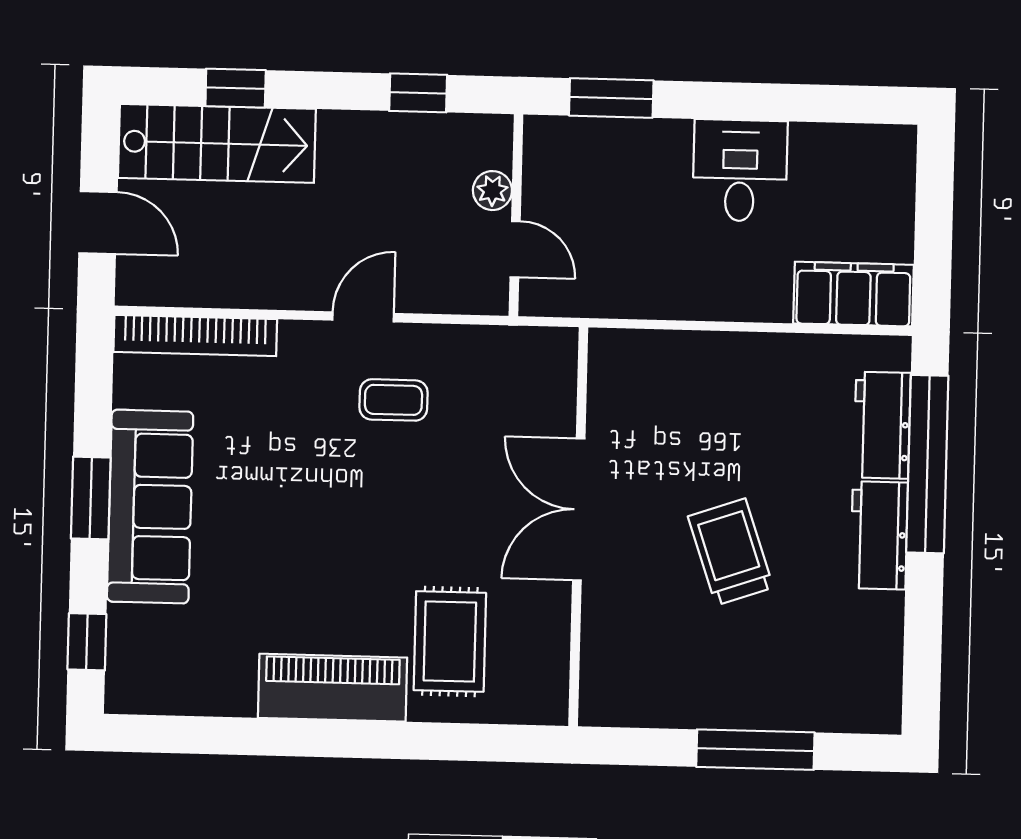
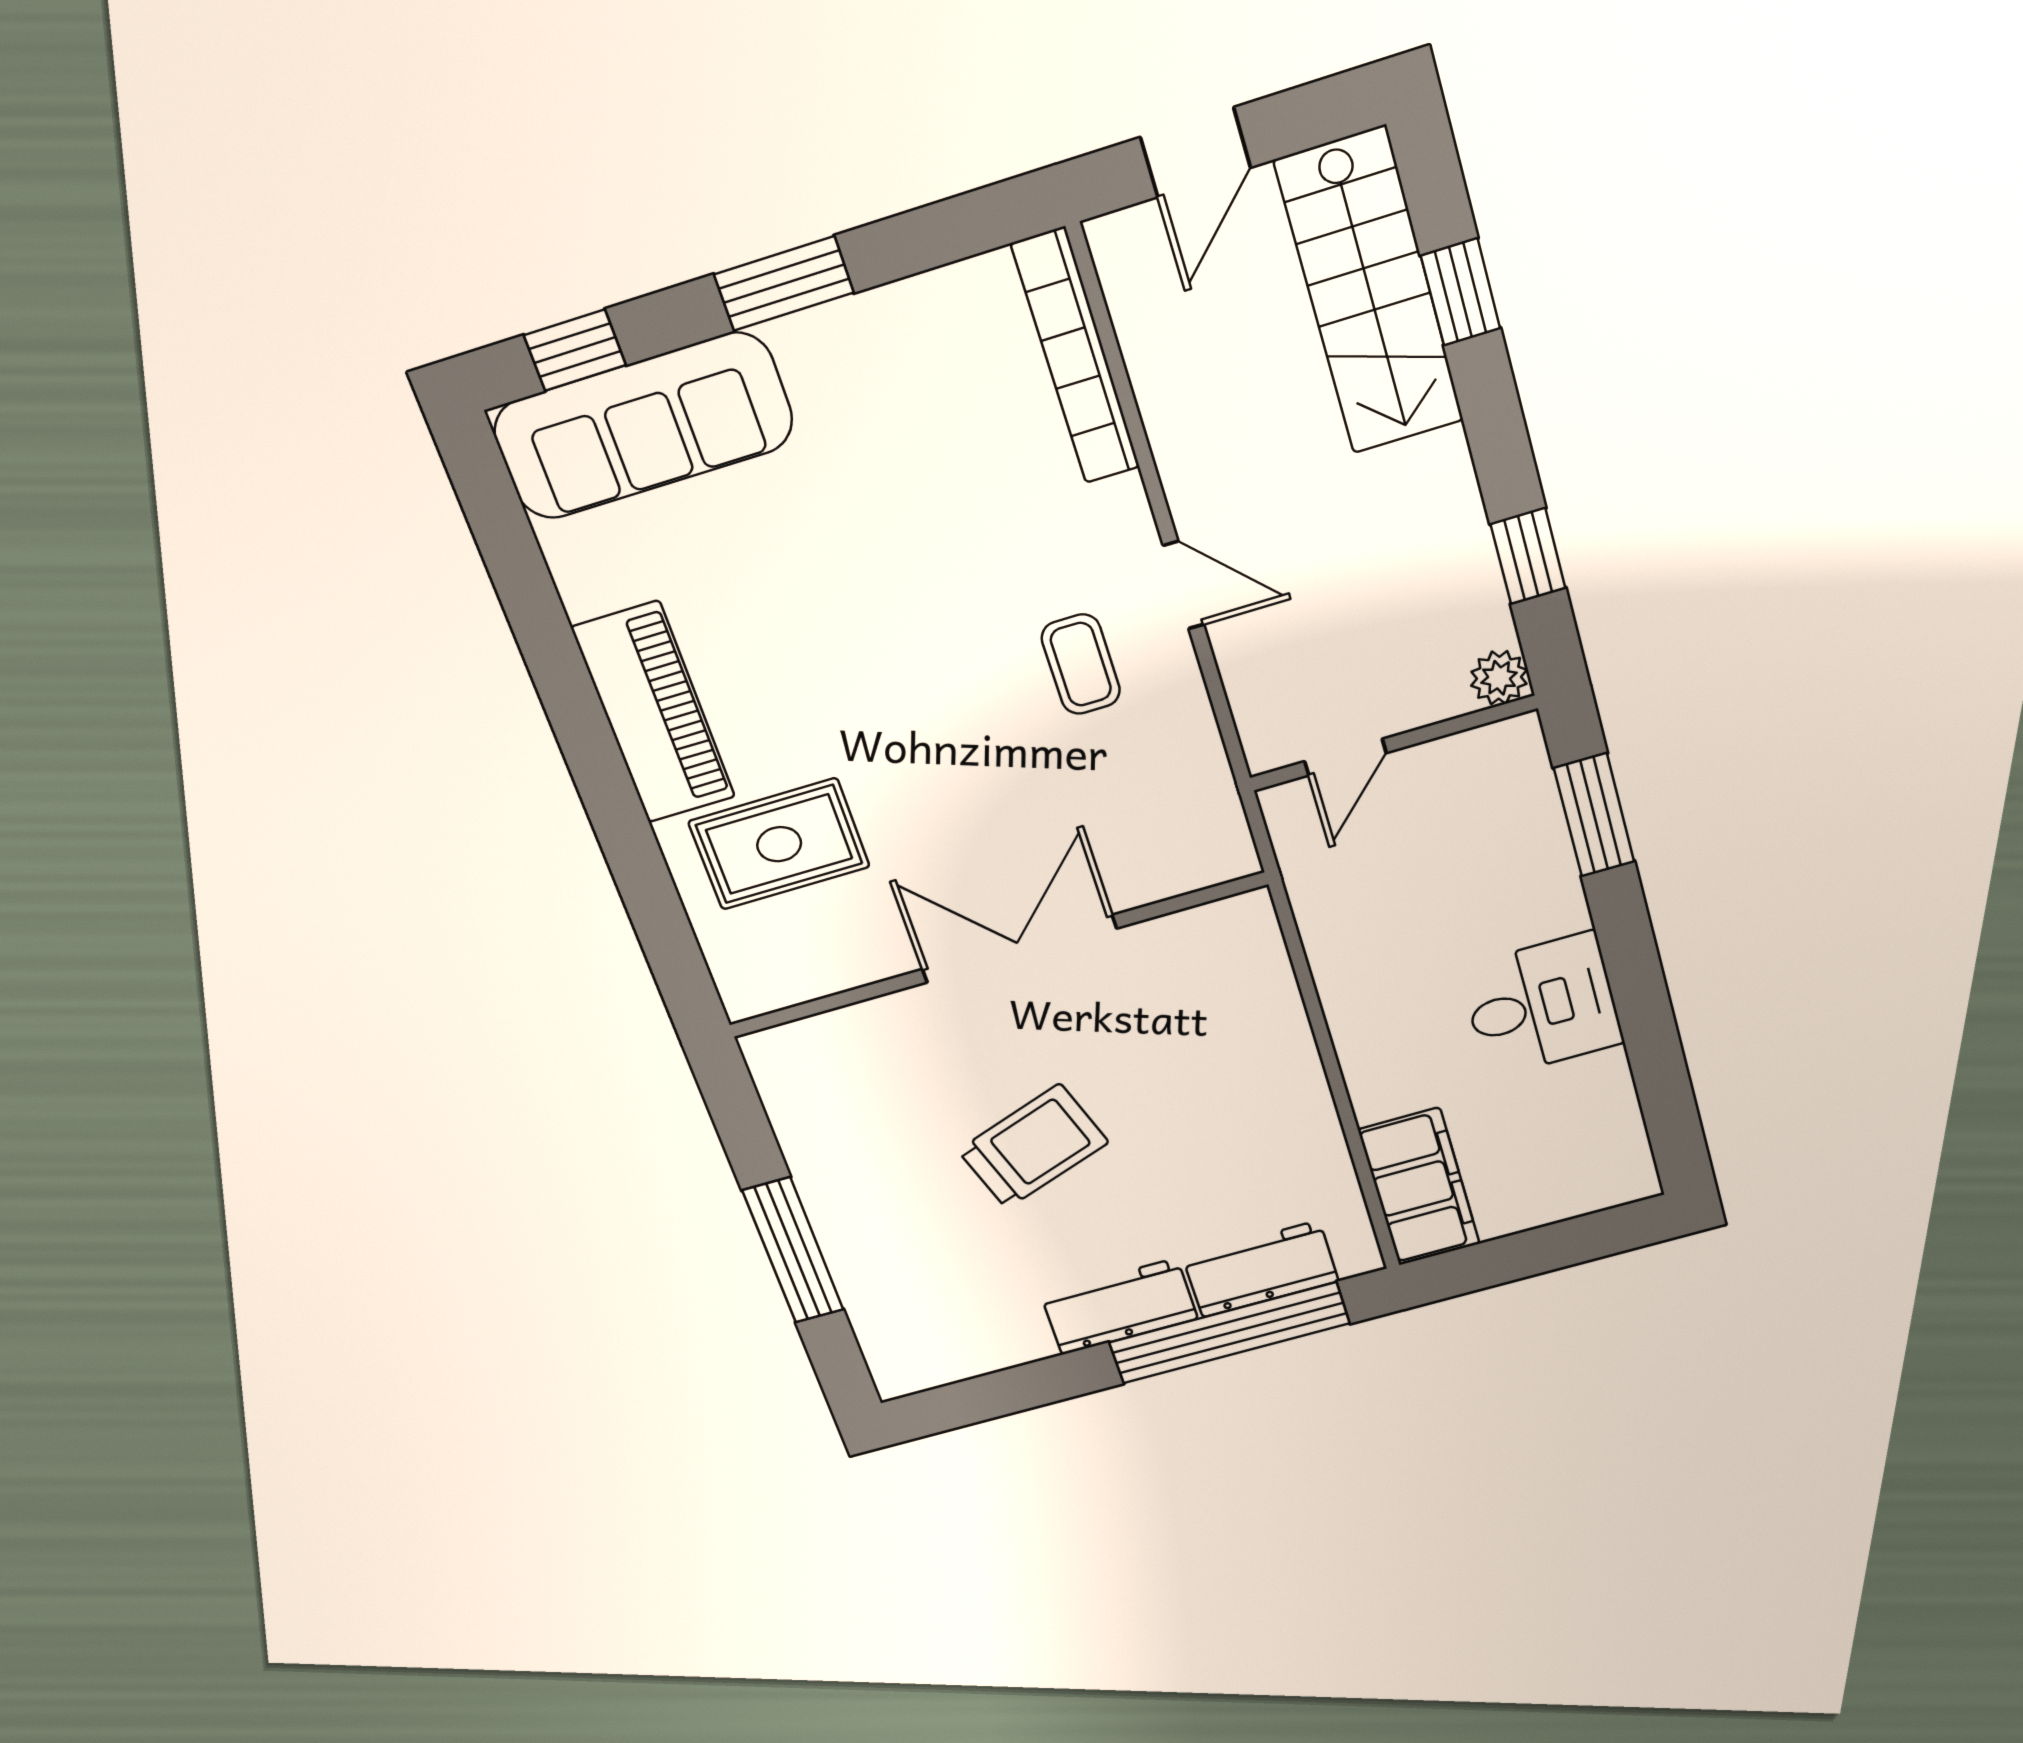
plant: (492, 191) -> (1499, 678), moved
sofa: (150, 507) -> (643, 426), moved

